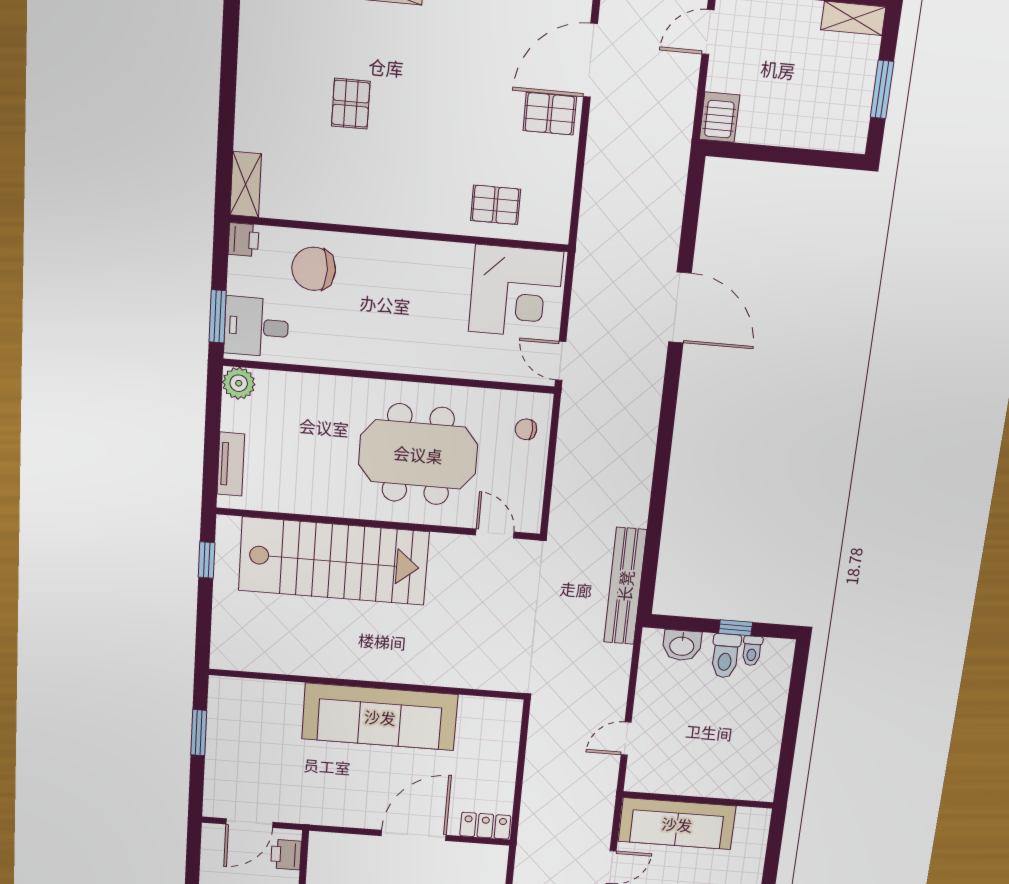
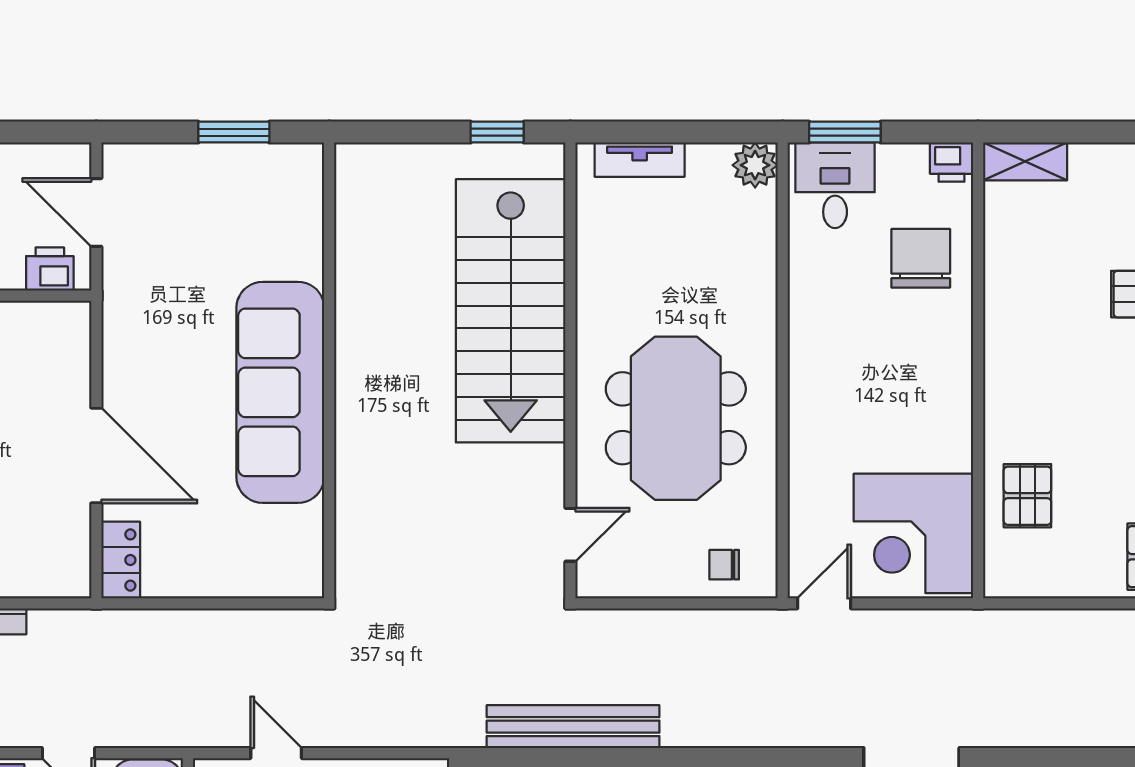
chair: (526, 429) -> (724, 565), turned -93
bench: (625, 586) -> (573, 727), moved

